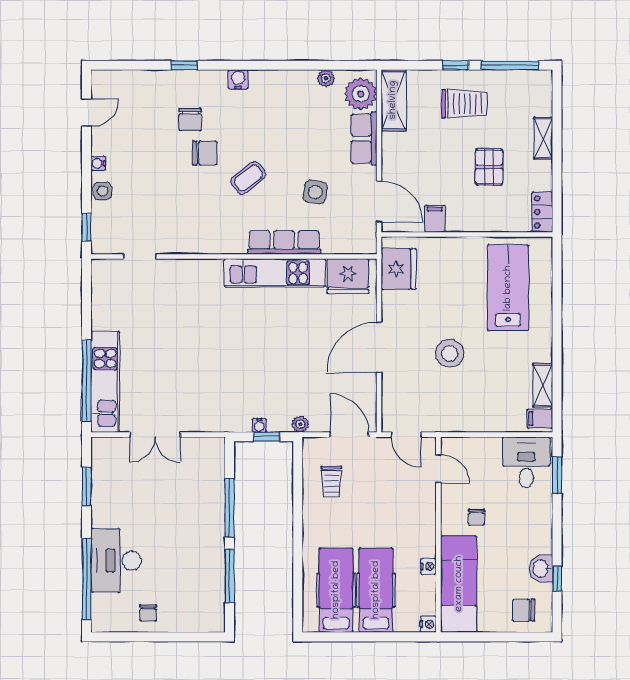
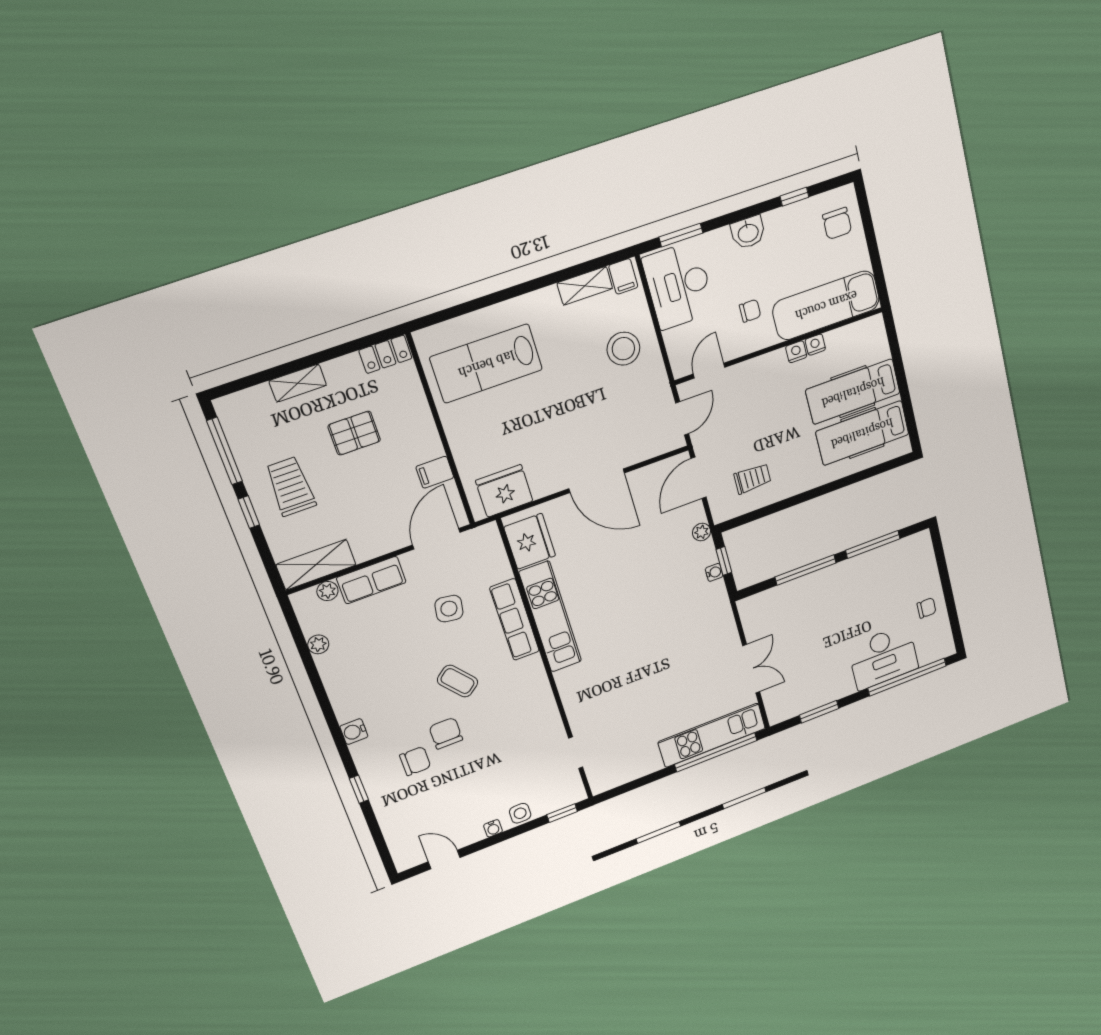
plant: (361, 94) -> (327, 591), width x0.53, depth x0.53
stool: (450, 353) -> (623, 349), moved
desk: (526, 462) -> (679, 285), width x1.37
washbasin: (541, 569) -> (748, 232), moved
nightstand: (428, 624) -> (796, 352), moved

